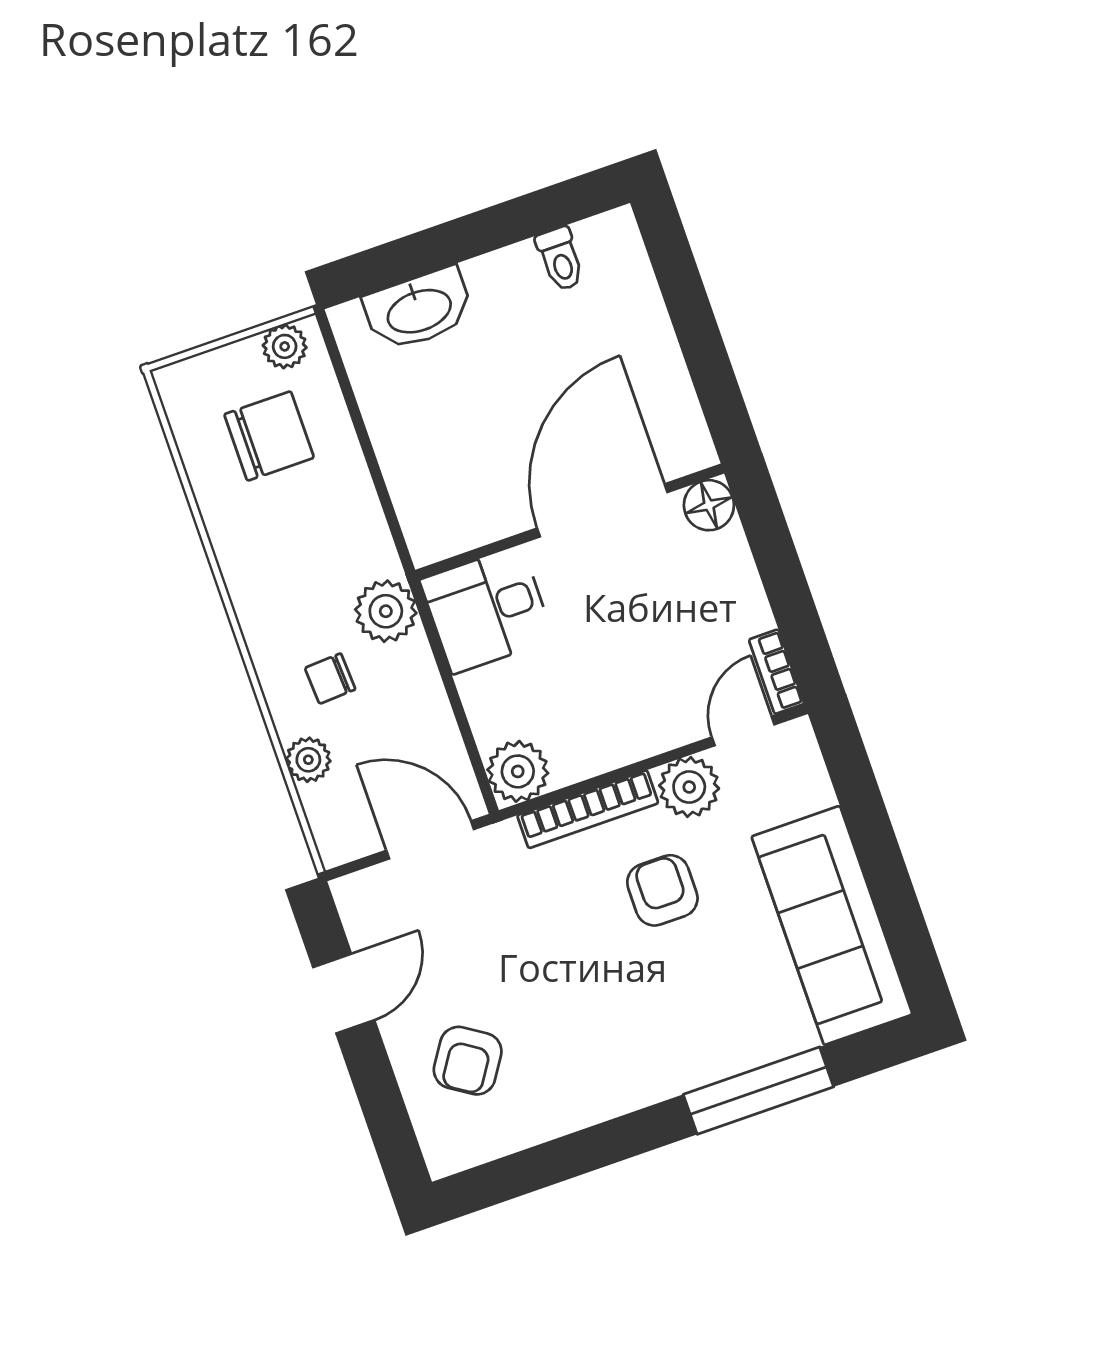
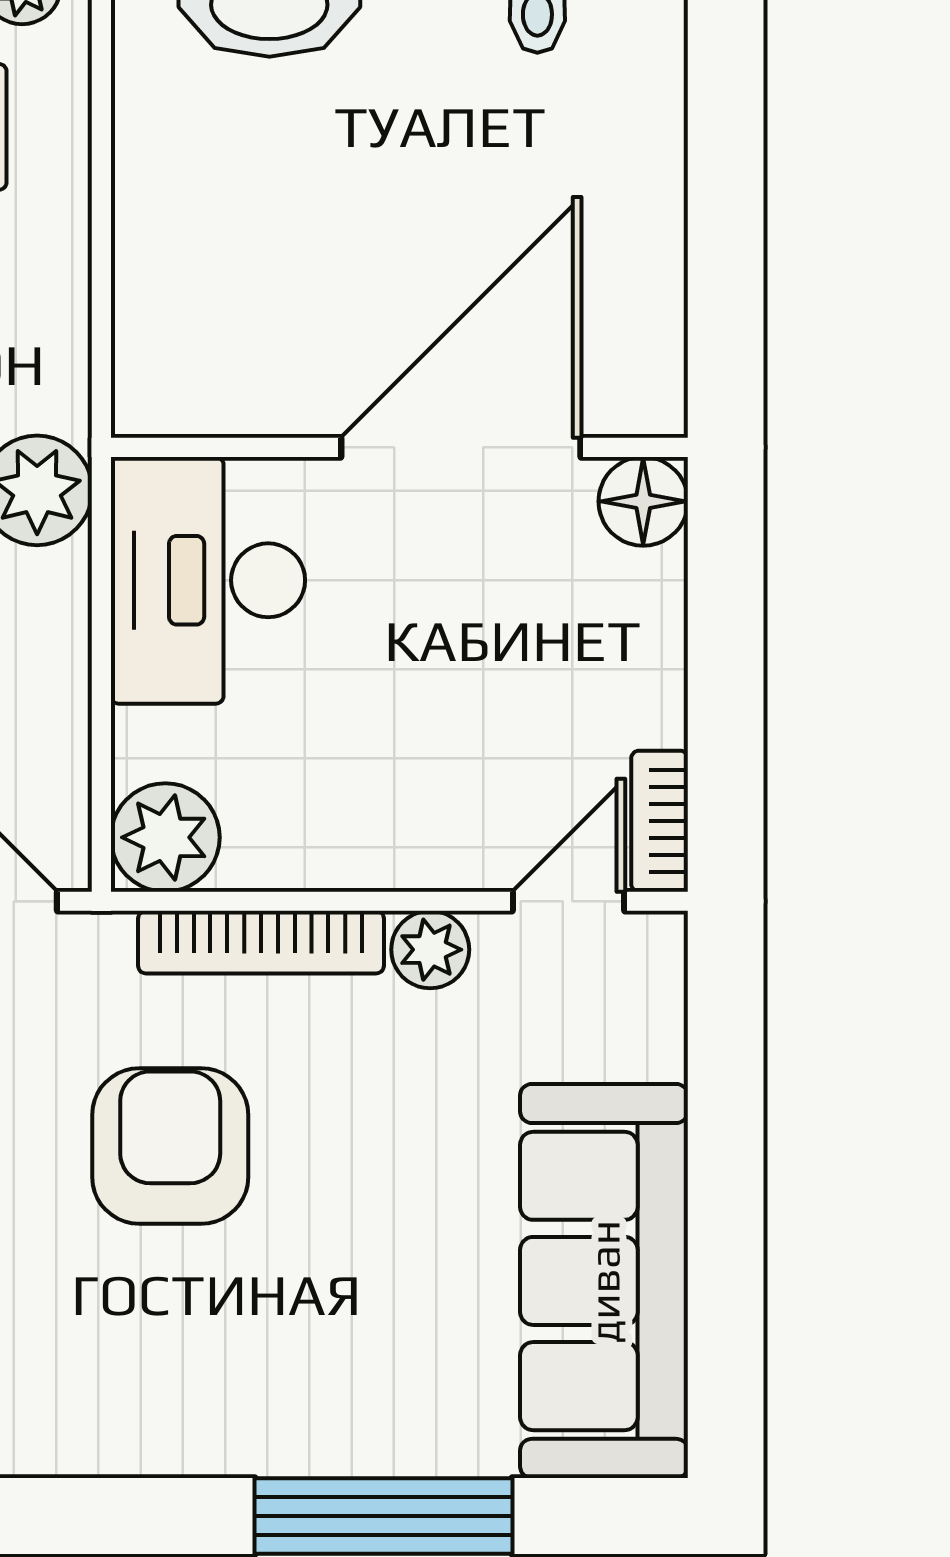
desk: (487, 610) -> (208, 580), width x1.37
plant: (689, 787) -> (430, 950), width x0.73, depth x0.73
armchair: (662, 890) -> (170, 1146), moved, width x1.38, depth x1.38

